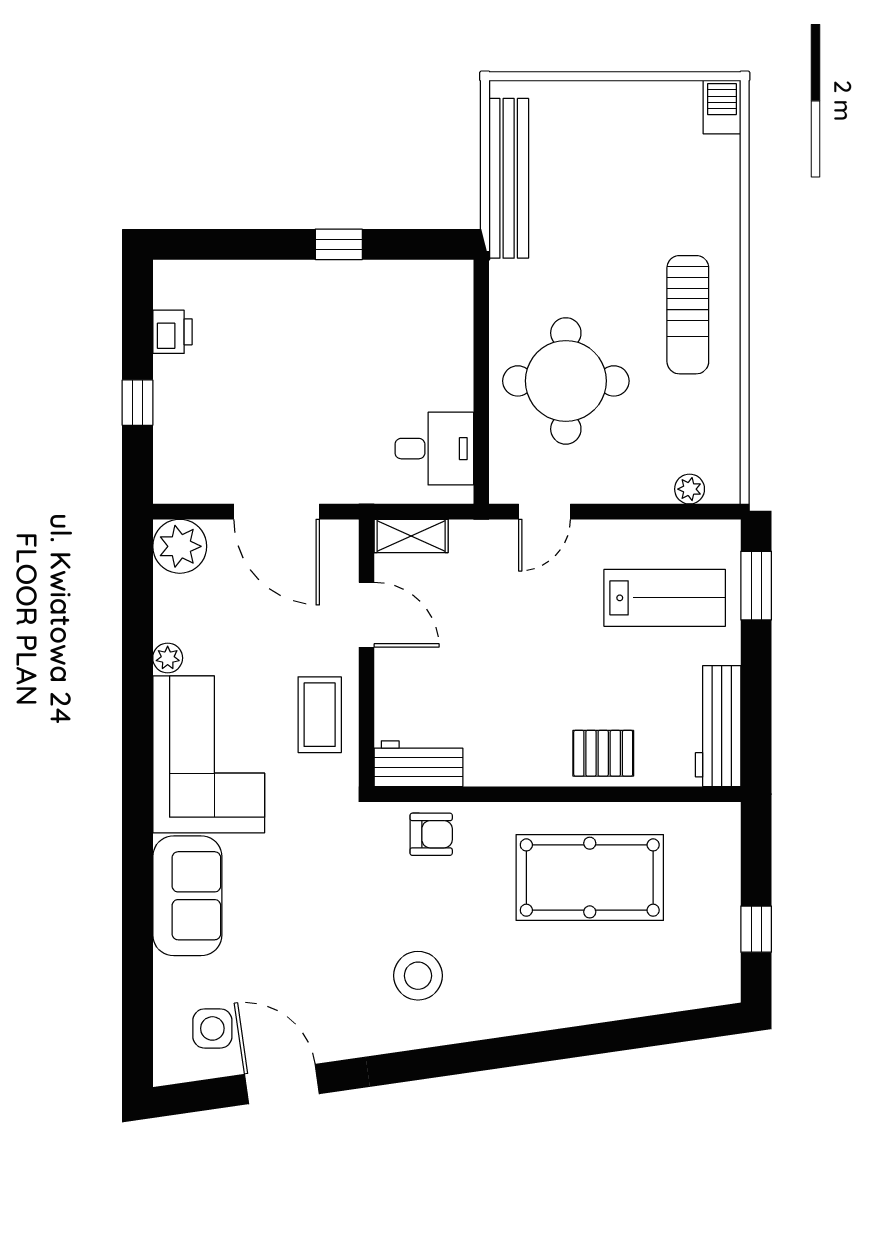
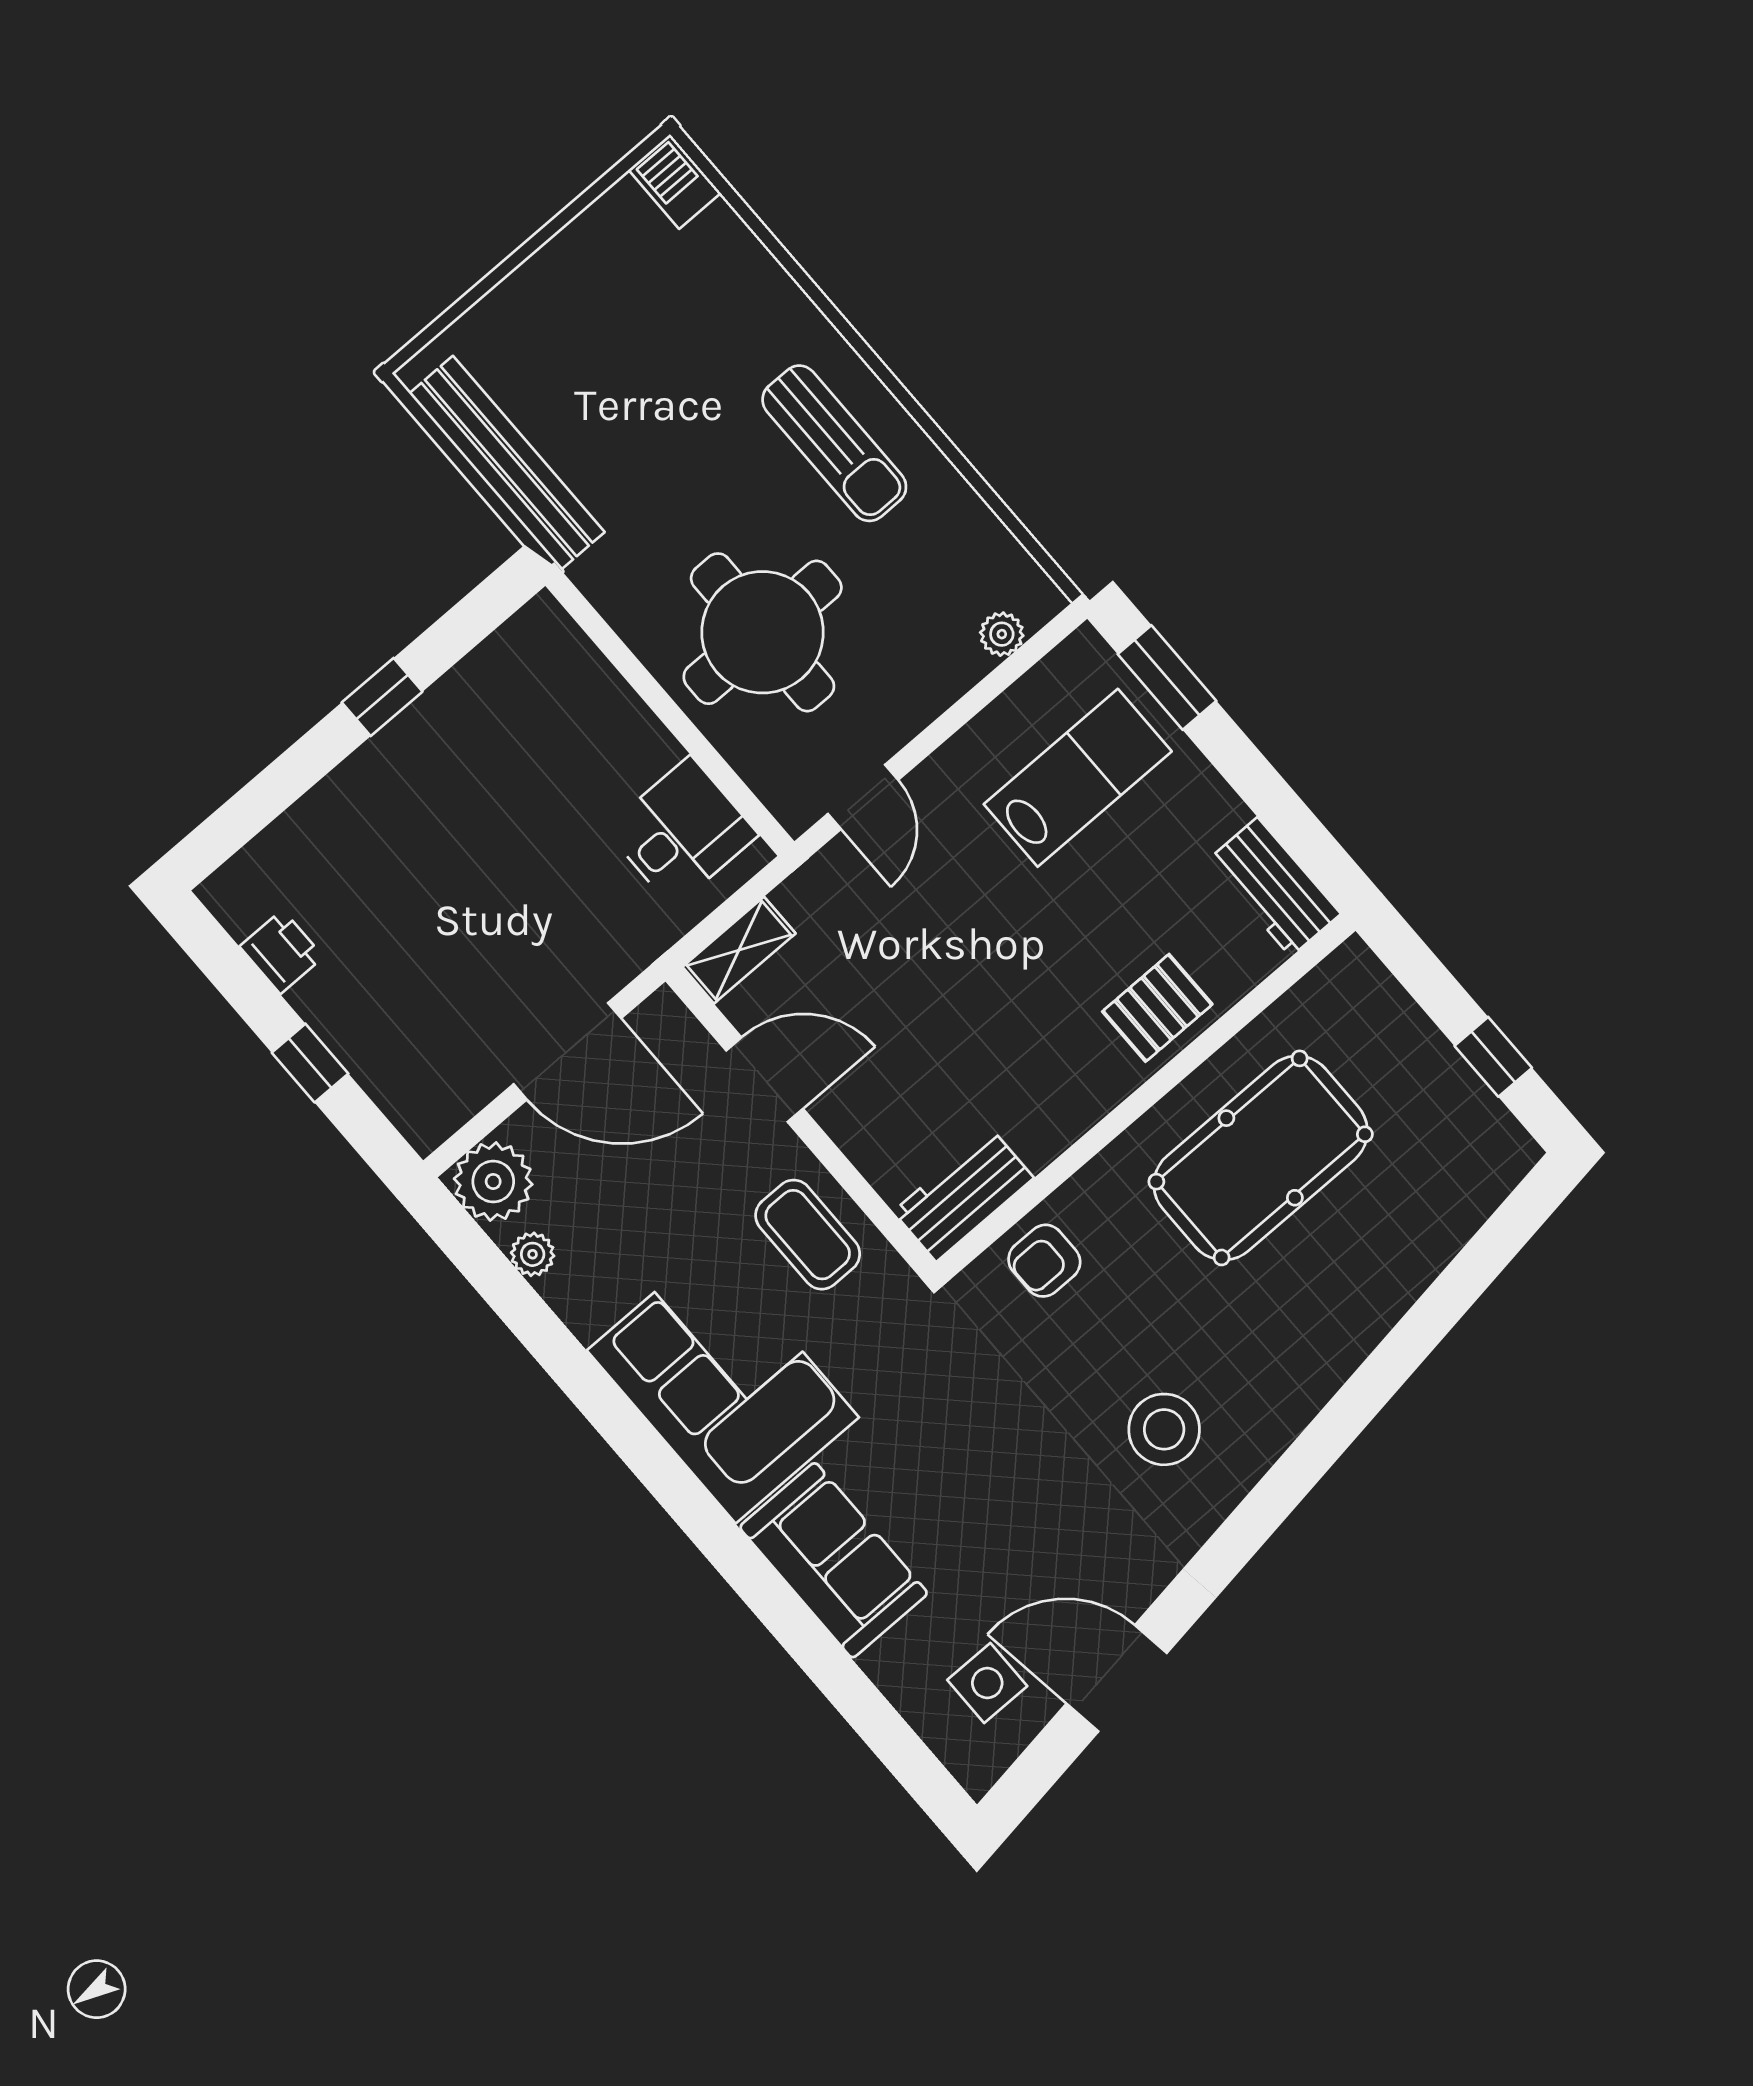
plant: (168, 658) -> (533, 1254), moved
workbench: (718, 726) -> (1274, 887), width x0.73
armchair: (431, 834) -> (1044, 1261), turned 180

